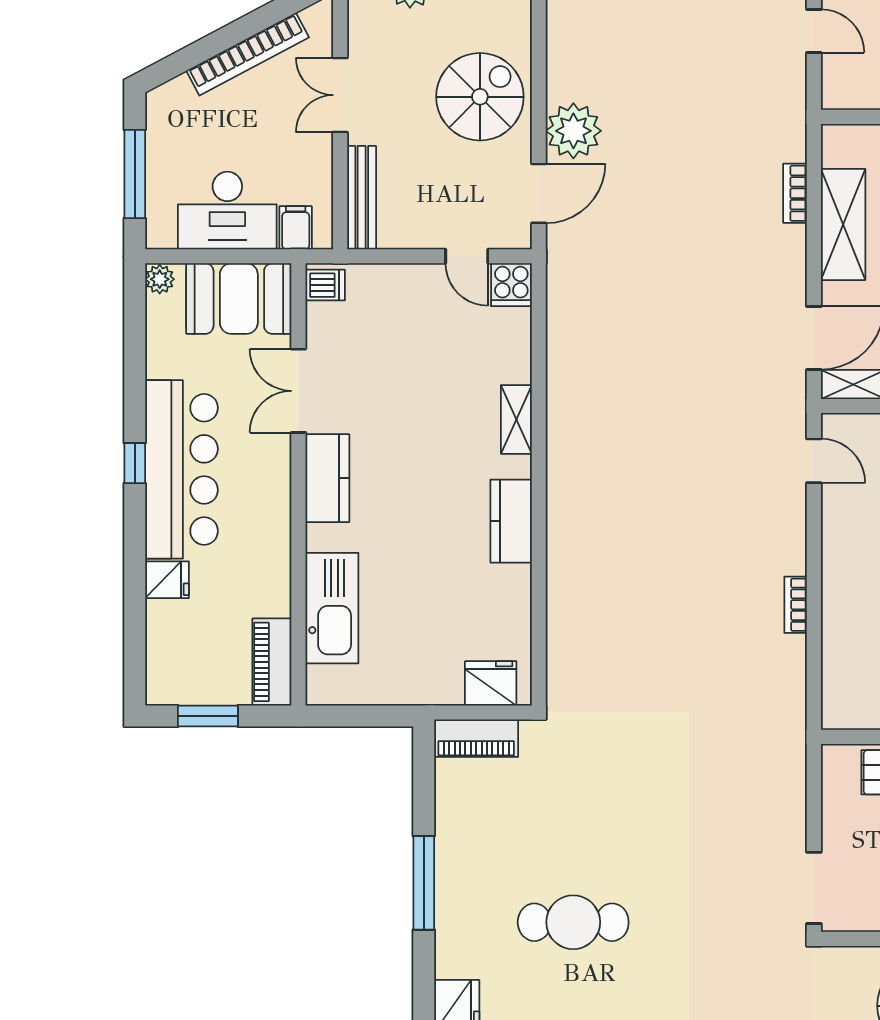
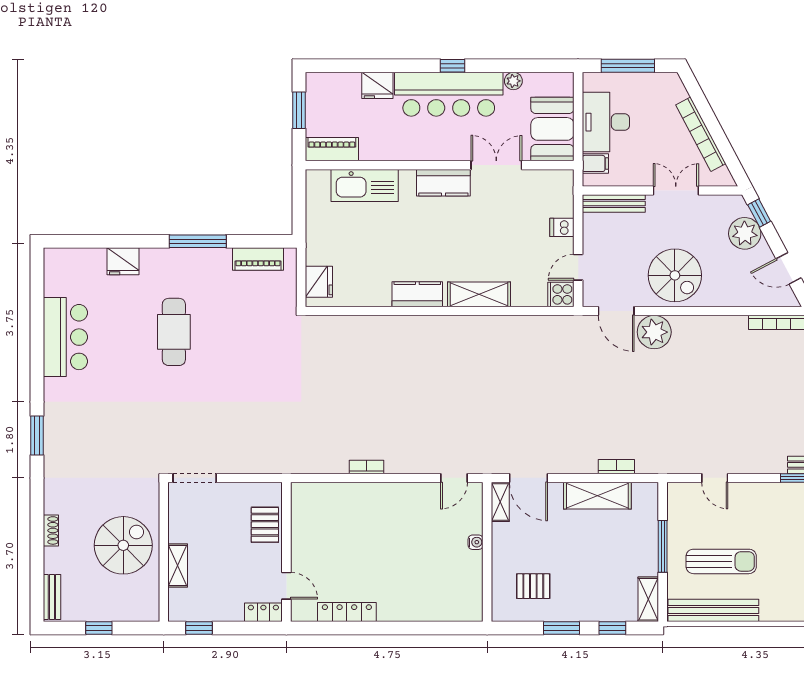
door: (814, 31) -> (715, 478), hinge flipped
plant: (160, 279) -> (513, 81), moved
dishwasher: (325, 285) -> (562, 227), moved, turned 90
shelving: (516, 419) -> (479, 294), width x1.50, depth x1.33
fridge: (167, 580) -> (377, 85), width x1.38
piano: (476, 738) -> (258, 259), moved, turned -90

